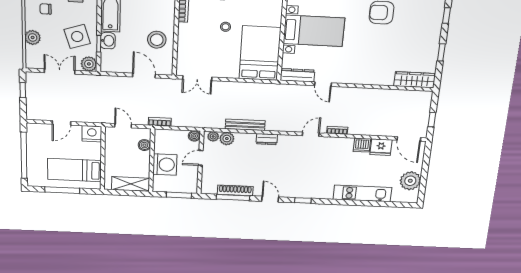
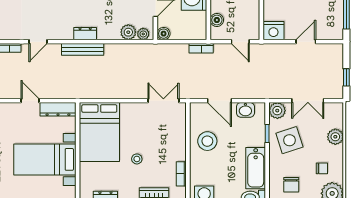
washbasin: (108, 41) -> (245, 110), moved, turned -90
bench: (245, 125) -> (83, 49), moved

